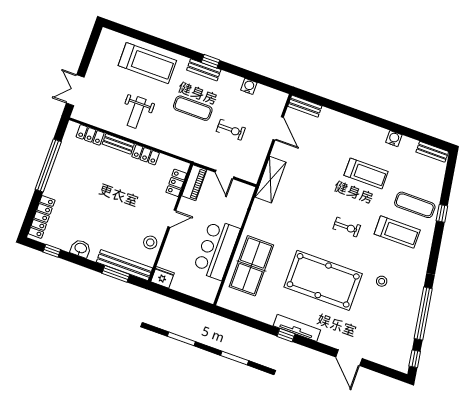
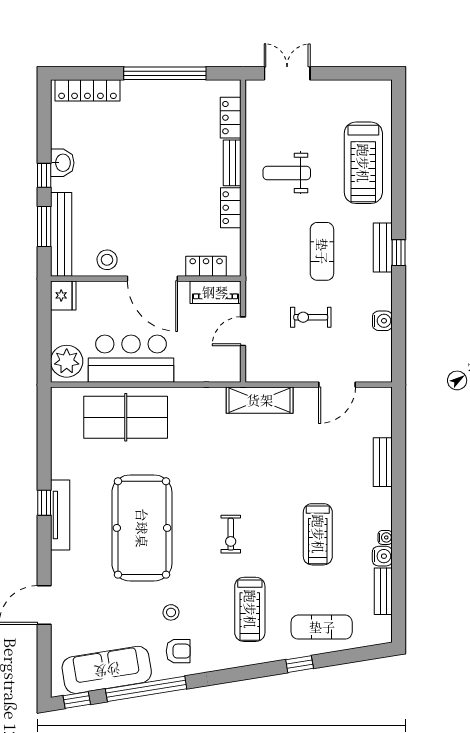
bench: (305, 106) -> (383, 462), moved
exercise bike: (231, 130) -> (311, 317), turned 90
water cooler: (383, 133) -> (385, 537), added
bench: (432, 152) -> (383, 591), moved
exercise mat: (415, 205) -> (322, 627), moved, turned 90
door: (172, 219) -> (152, 279), width x1.88
window: (52, 251) -> (44, 175), moved
armchair: (407, 285) -> (178, 651), added
plant: (204, 290) -> (67, 361), added
sofa: (403, 334) -> (107, 670), added

